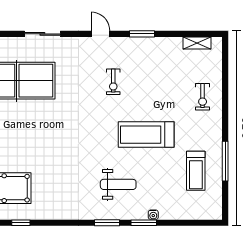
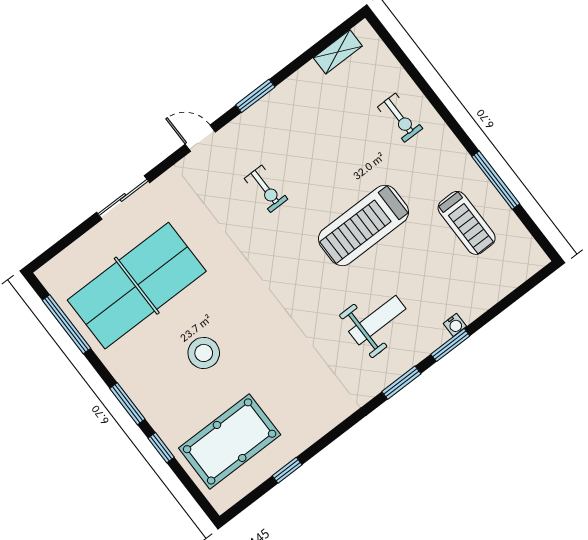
stool: (24, 137) -> (204, 353), added

